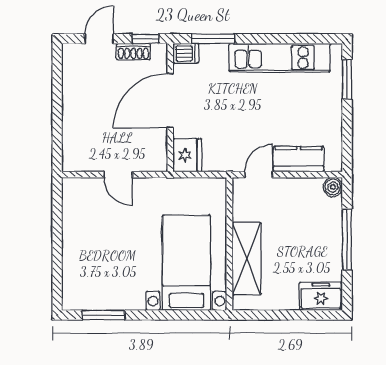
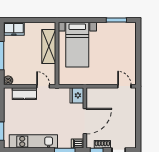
door: (118, 175) -> (124, 86), moved
door: (259, 175) -> (43, 86), swing flipped

